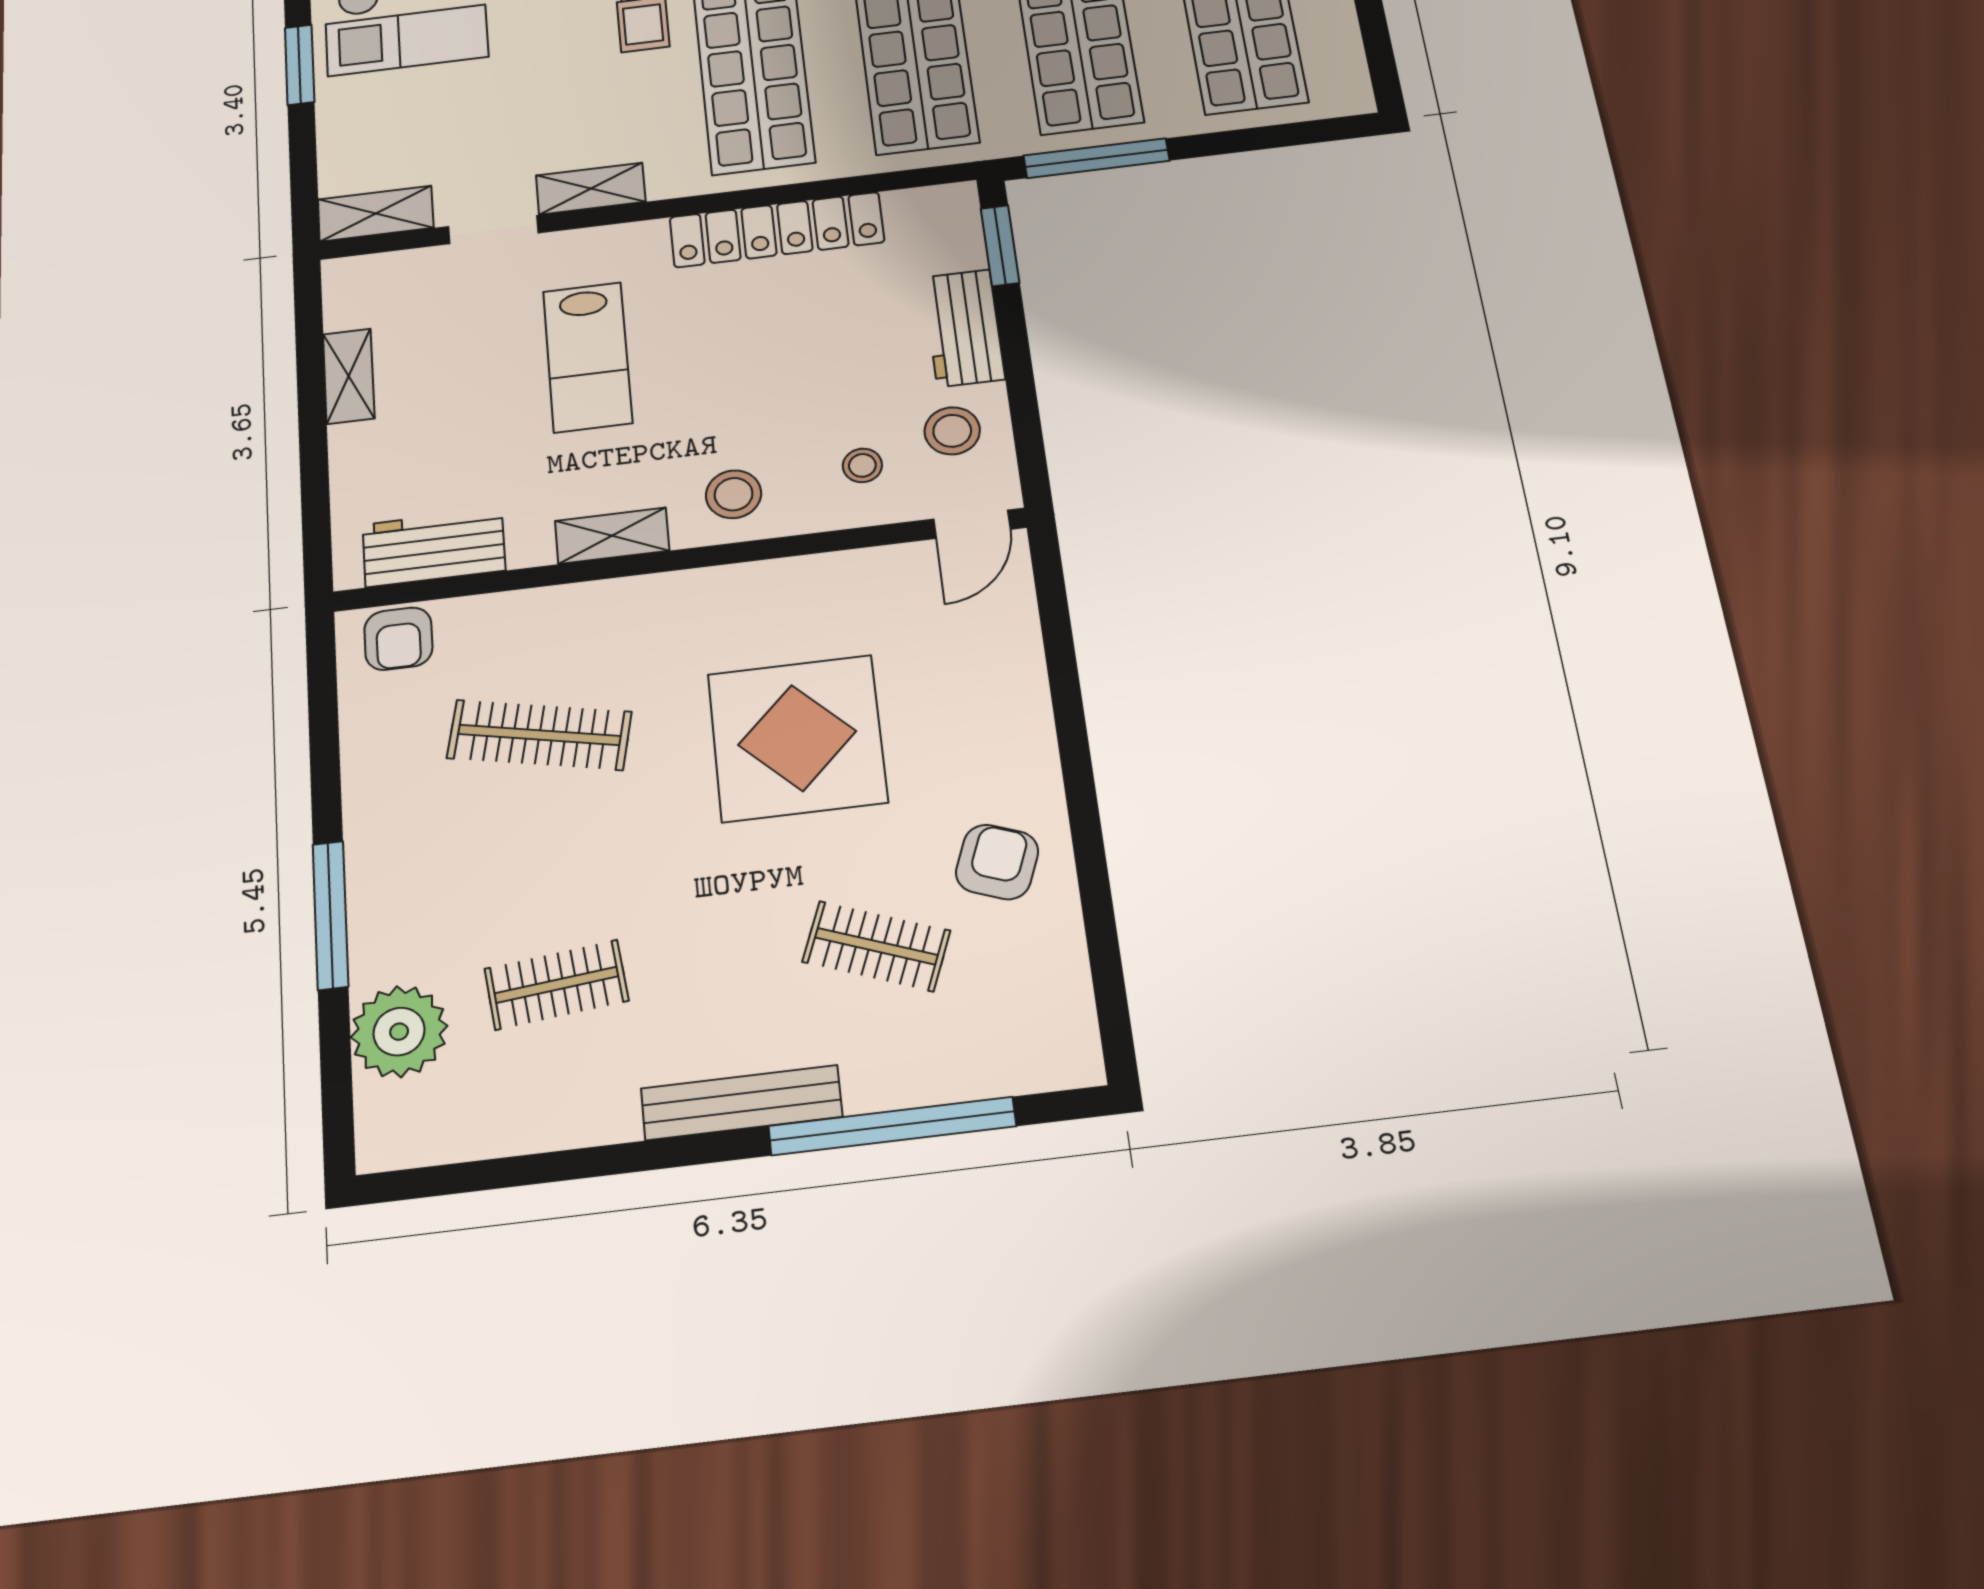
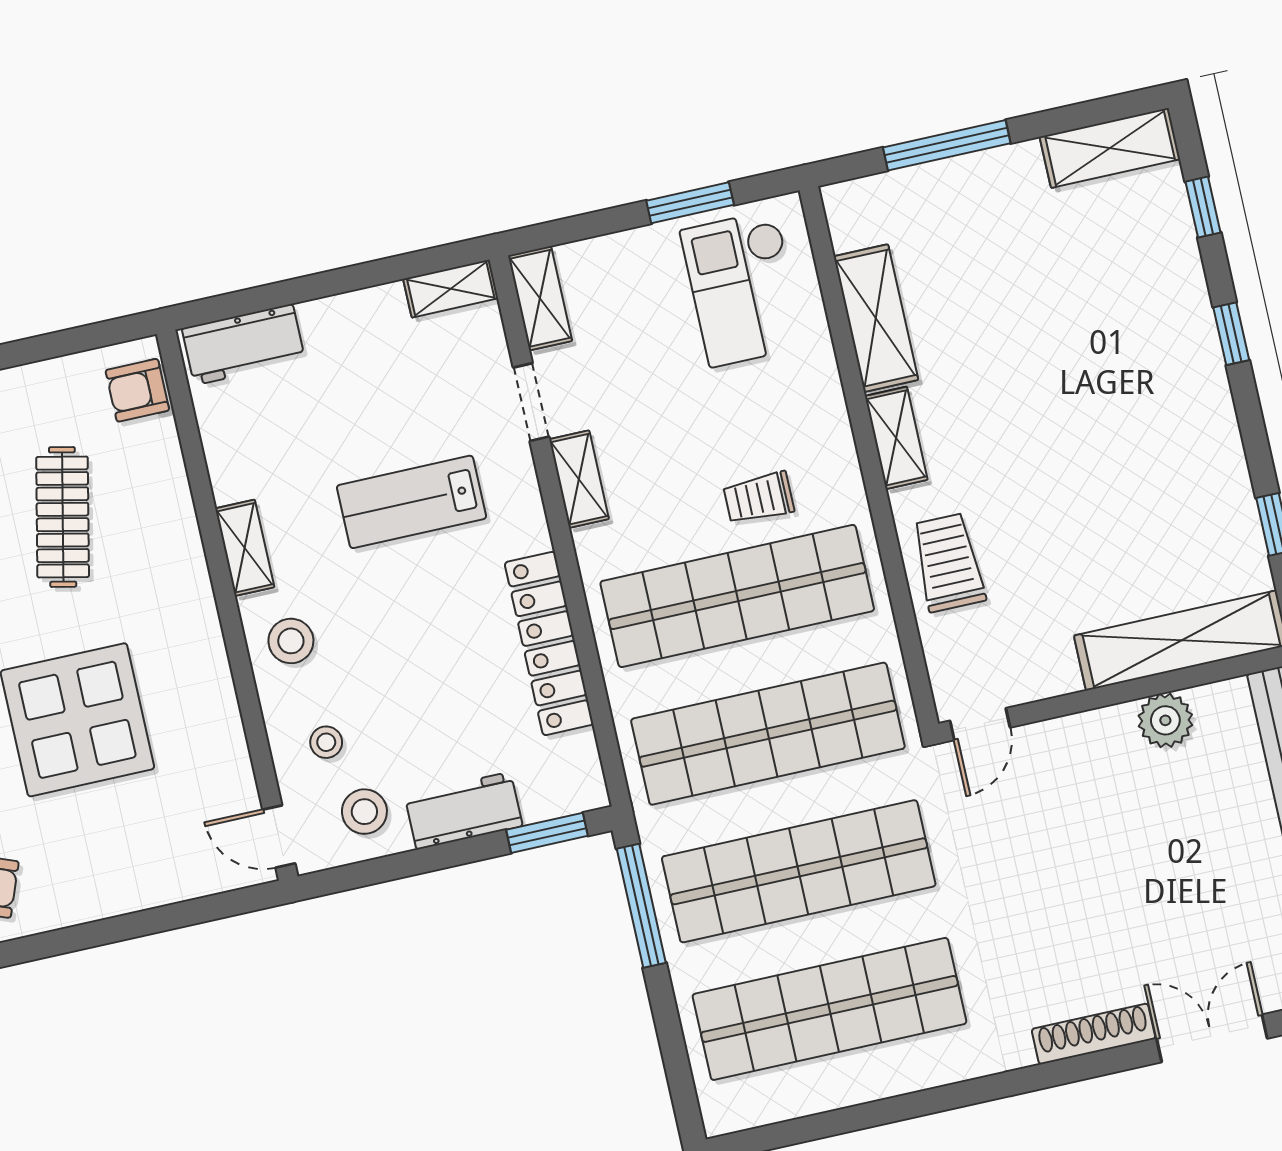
shelving: (349, 376) -> (451, 289), moved
workbench: (434, 548) -> (243, 345), moved, turned 90

